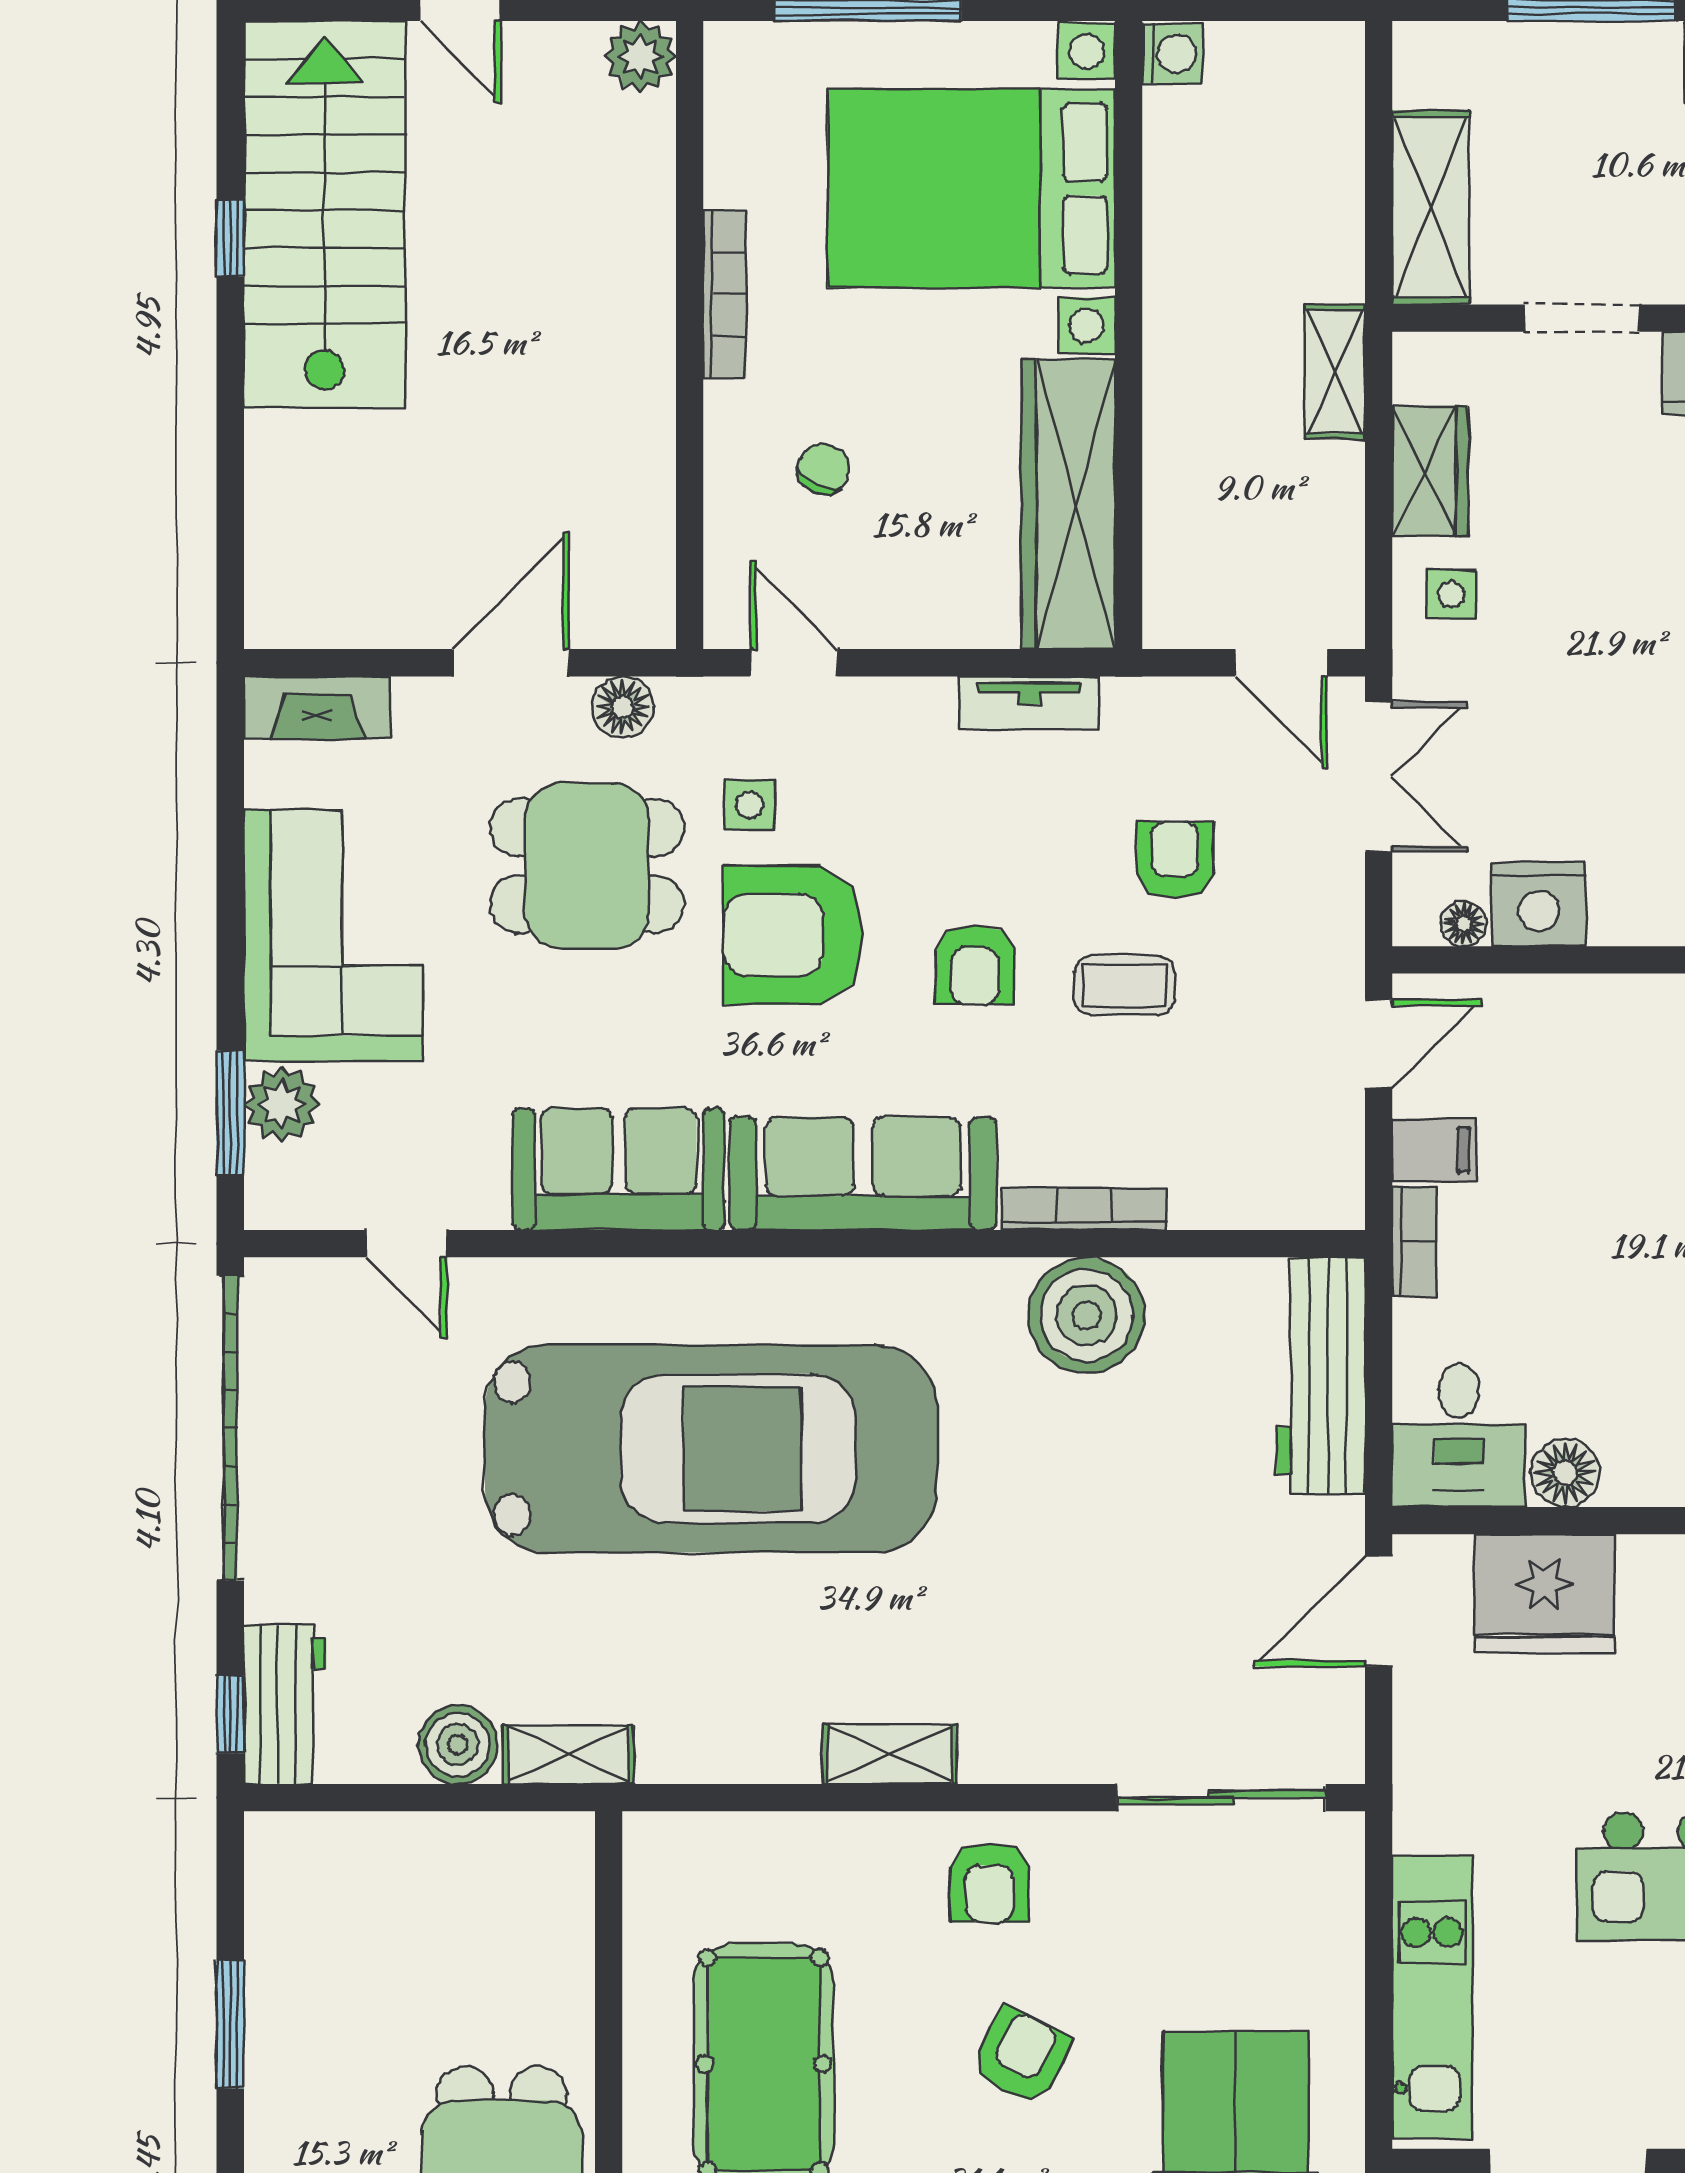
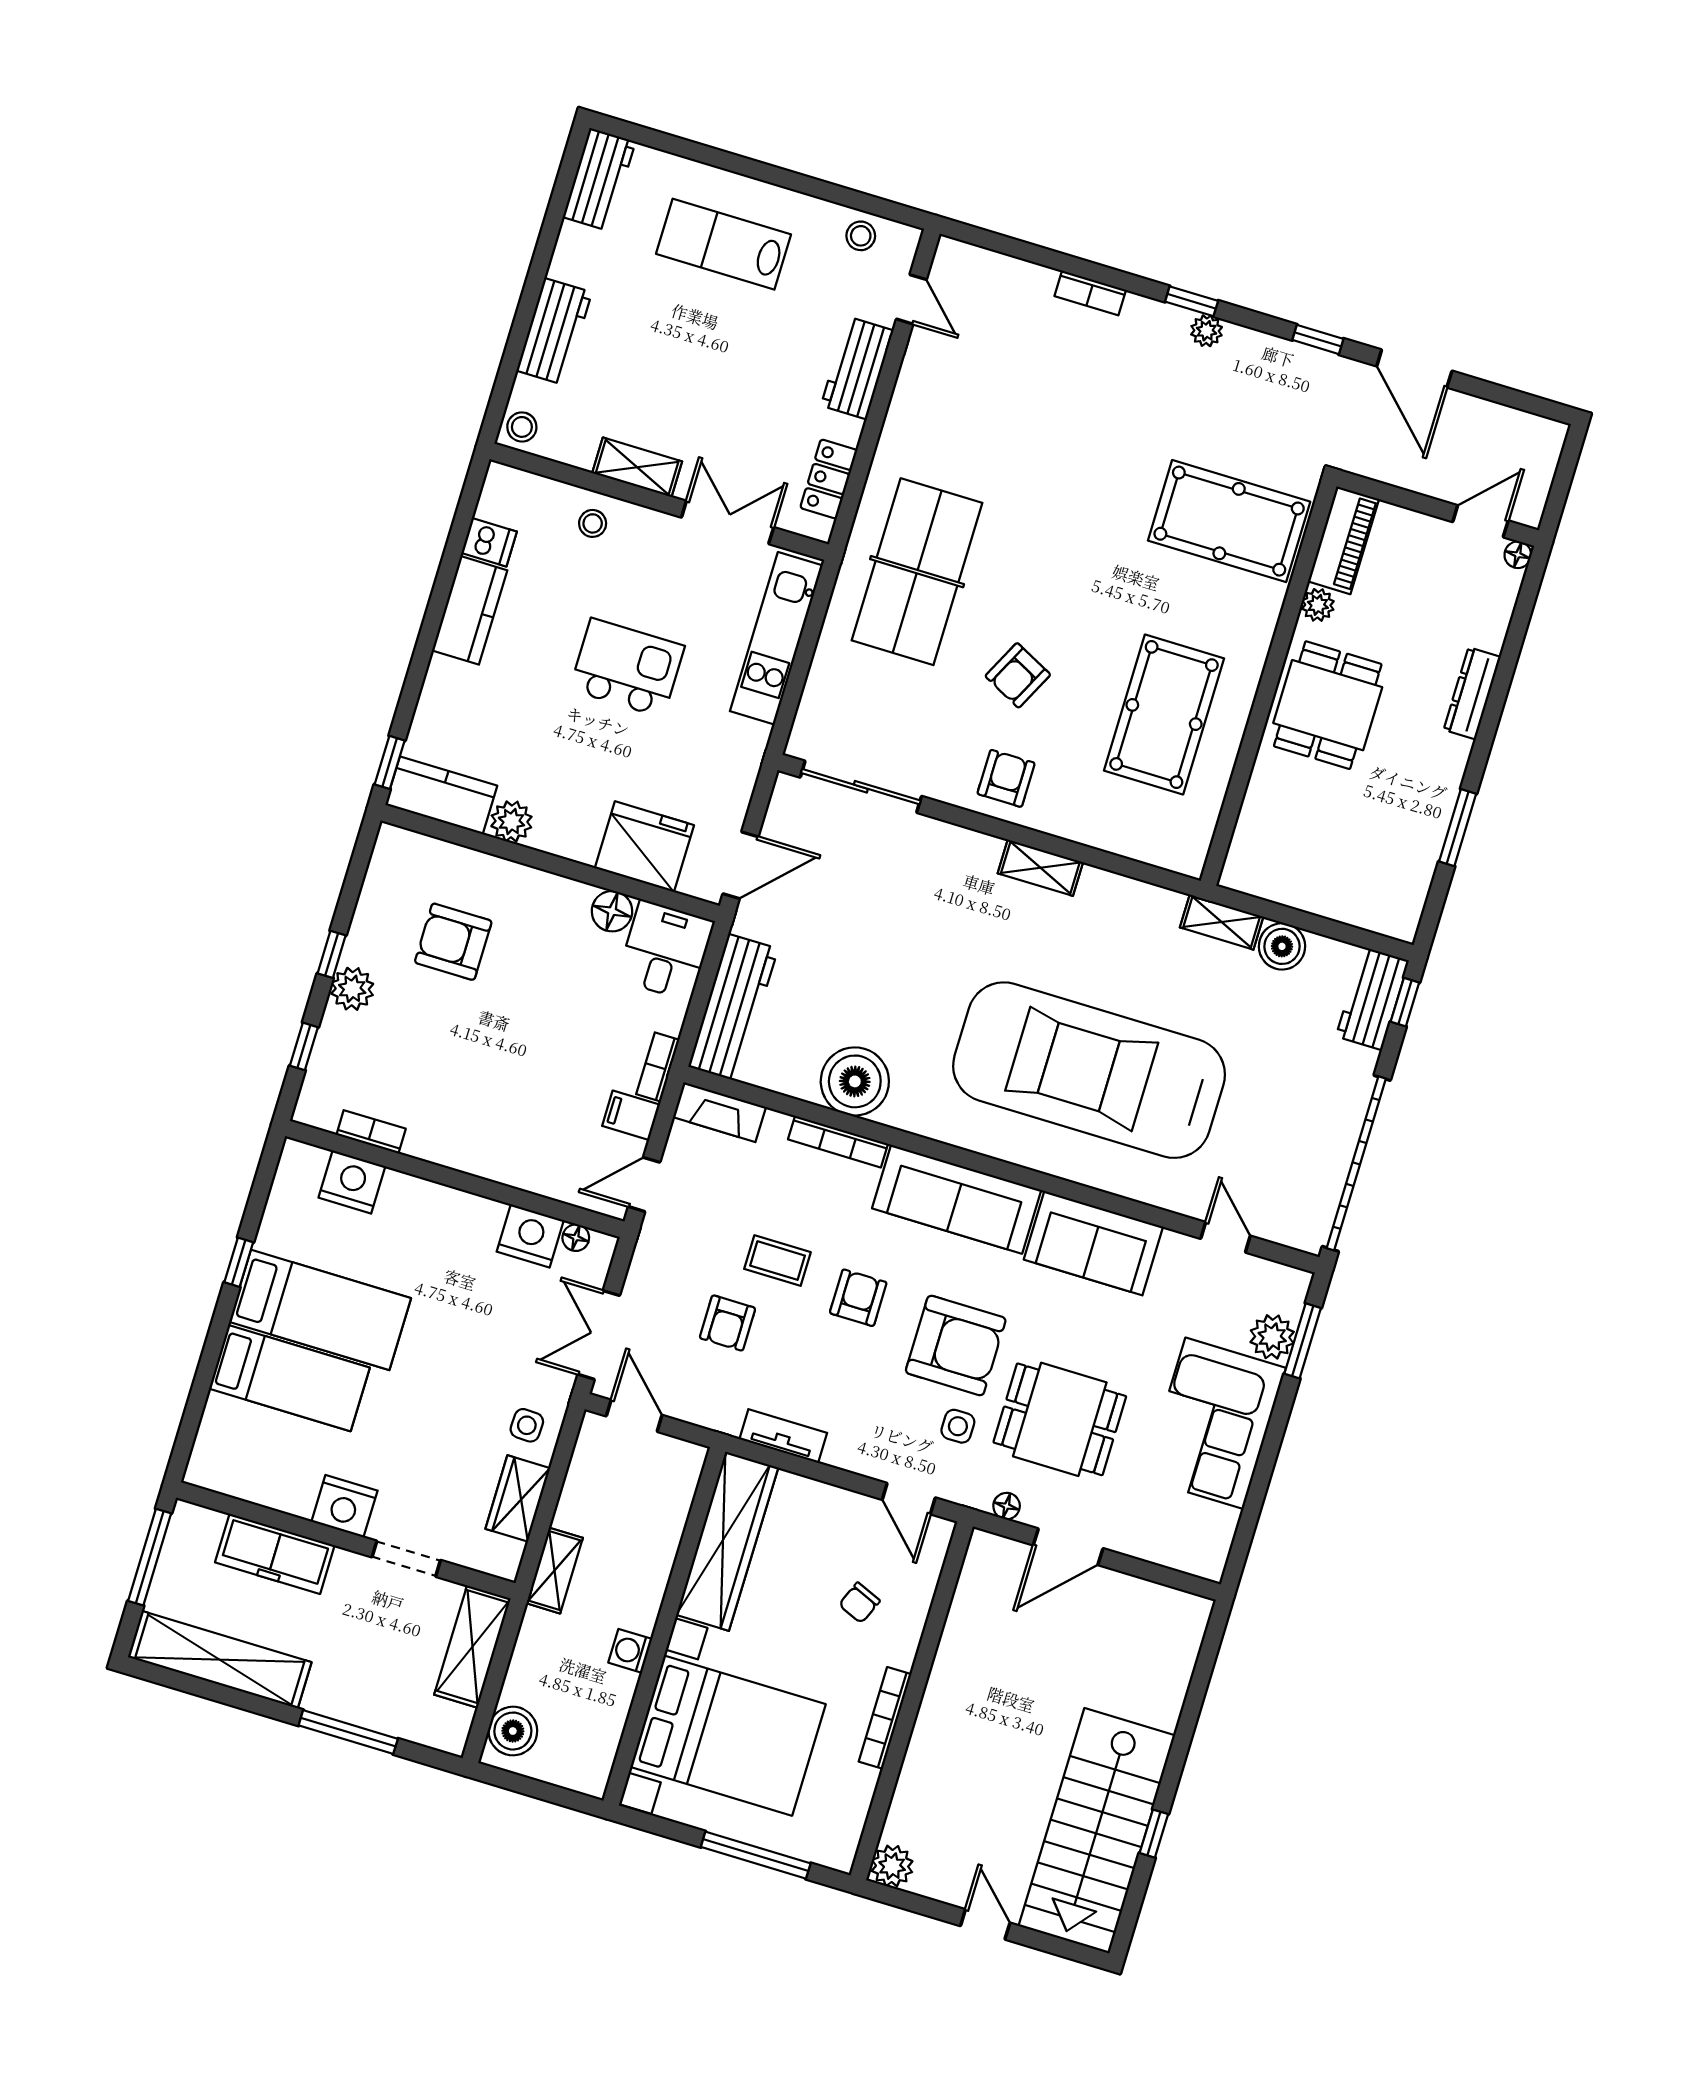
washing machine: (1172, 54) -> (630, 1651), moved
boiler: (1324, 90) -> (513, 1731), added
floor lamp: (623, 707) -> (1007, 1506), width x0.73, depth x0.73
fireplace: (317, 708) -> (719, 1112), moved, turned 180

